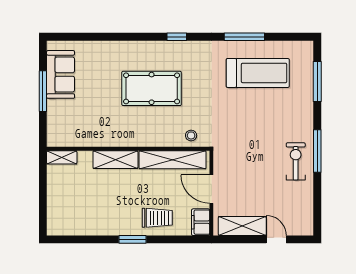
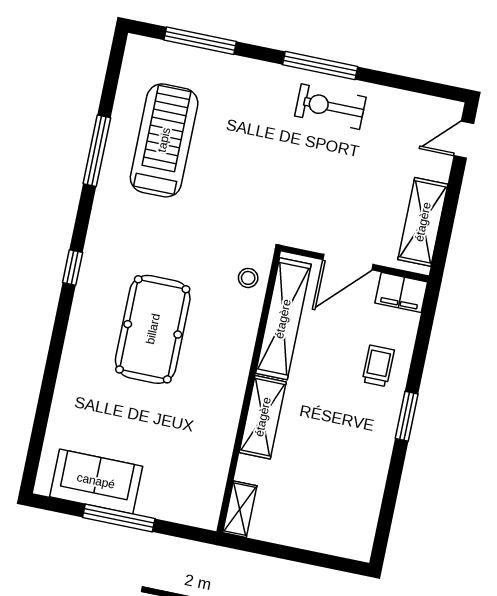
trolley: (157, 218) -> (378, 366), width x0.73, depth x0.72
door: (276, 239) -> (464, 140), moved

